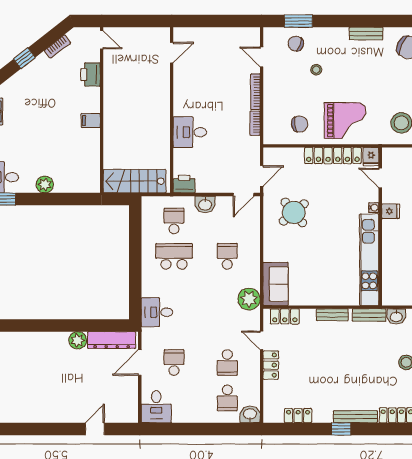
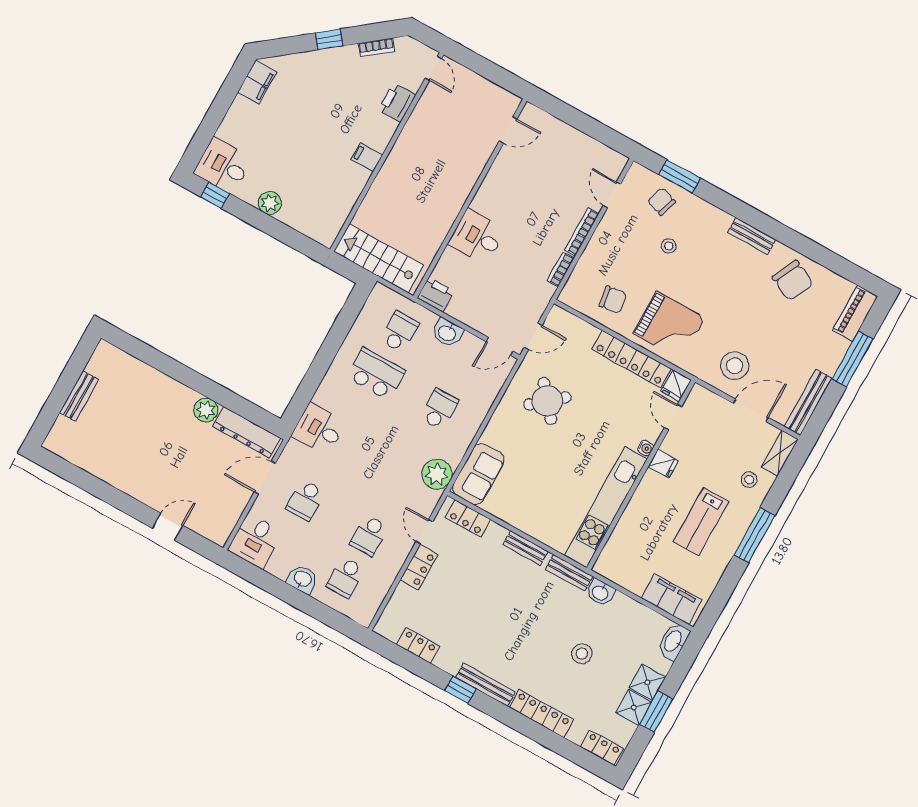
school desk: (174, 363) -> (306, 500), turned 180
washbasin: (250, 414) -> (303, 579), moved

